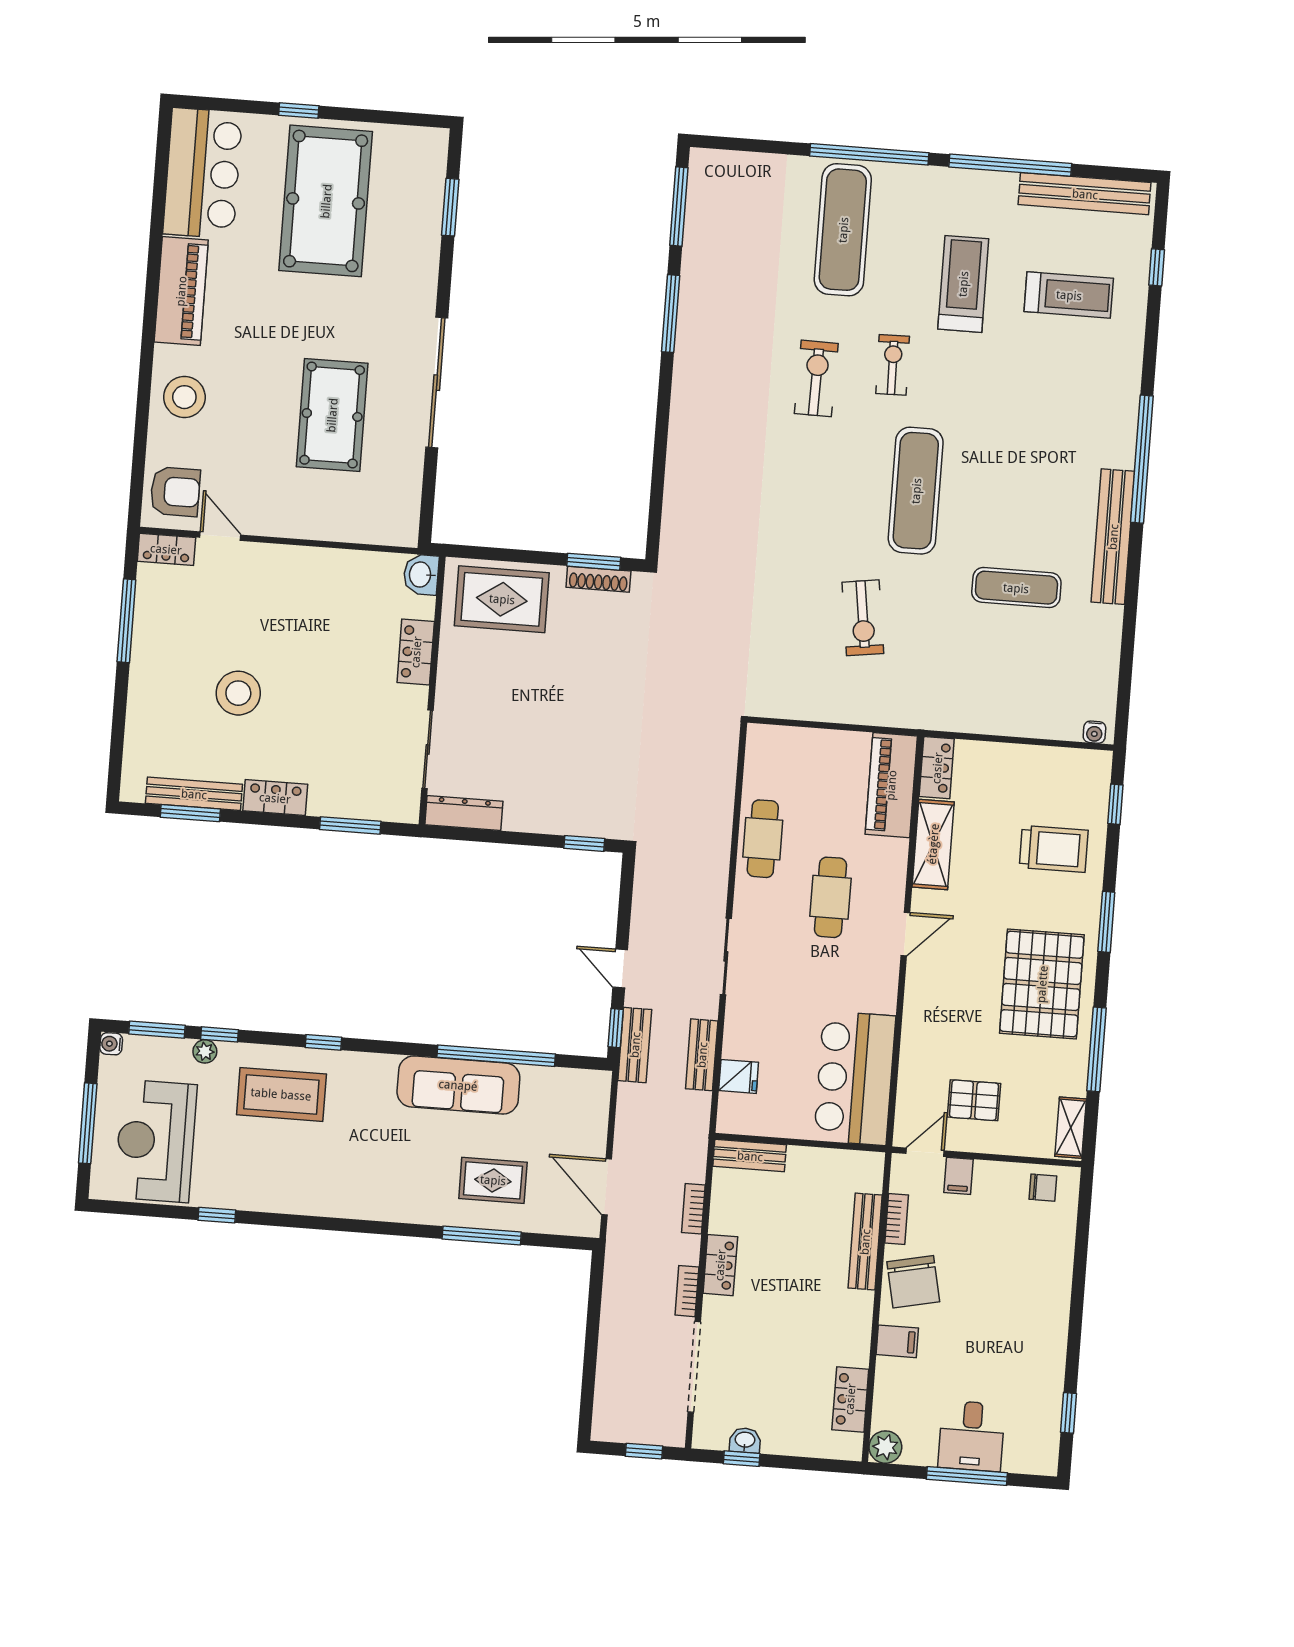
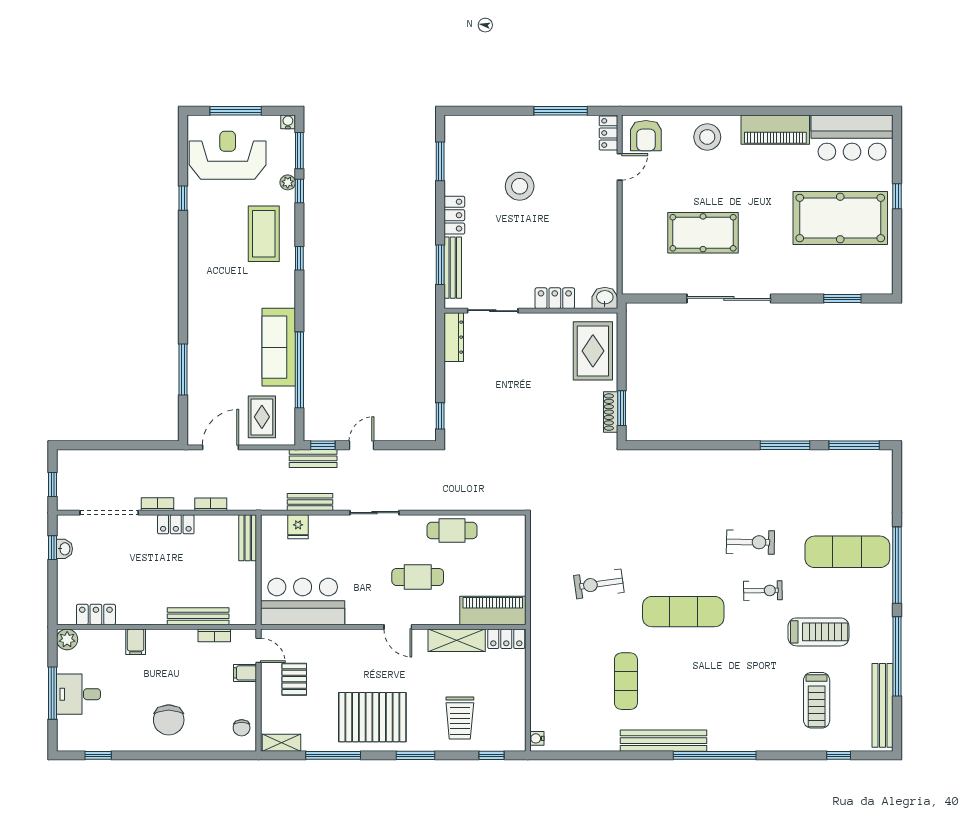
bench: (194, 794) -> (453, 268), moved
rug: (493, 1180) -> (262, 417), moved
chair: (913, 1282) -> (169, 720), moved, turned -78

